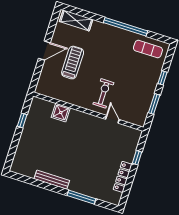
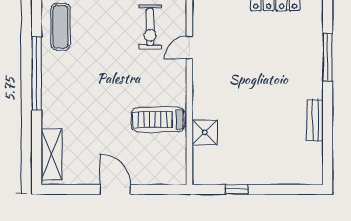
treadmill: (73, 63) -> (158, 120), moved
exercise bike: (103, 93) -> (150, 27), moved, turned -90
bench: (52, 180) -> (315, 120), width x0.73

